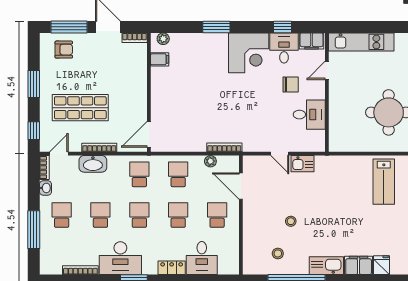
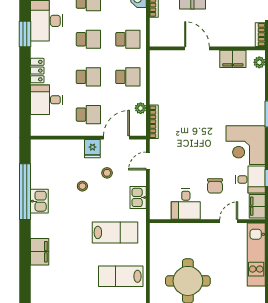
filing cabinet: (160, 59) -> (233, 59), width x2.00
door: (327, 70) -> (229, 221), hinge flipped
door: (149, 134) -> (197, 48), moved
door: (280, 154) -> (148, 161), moved
lab bench: (339, 188) -> (115, 232), added
stool: (278, 253) -> (107, 173), moved
fridge: (382, 265) -> (92, 149), moved, turned 90
kitchen sink: (326, 266) -> (39, 201), moved, width x0.73

